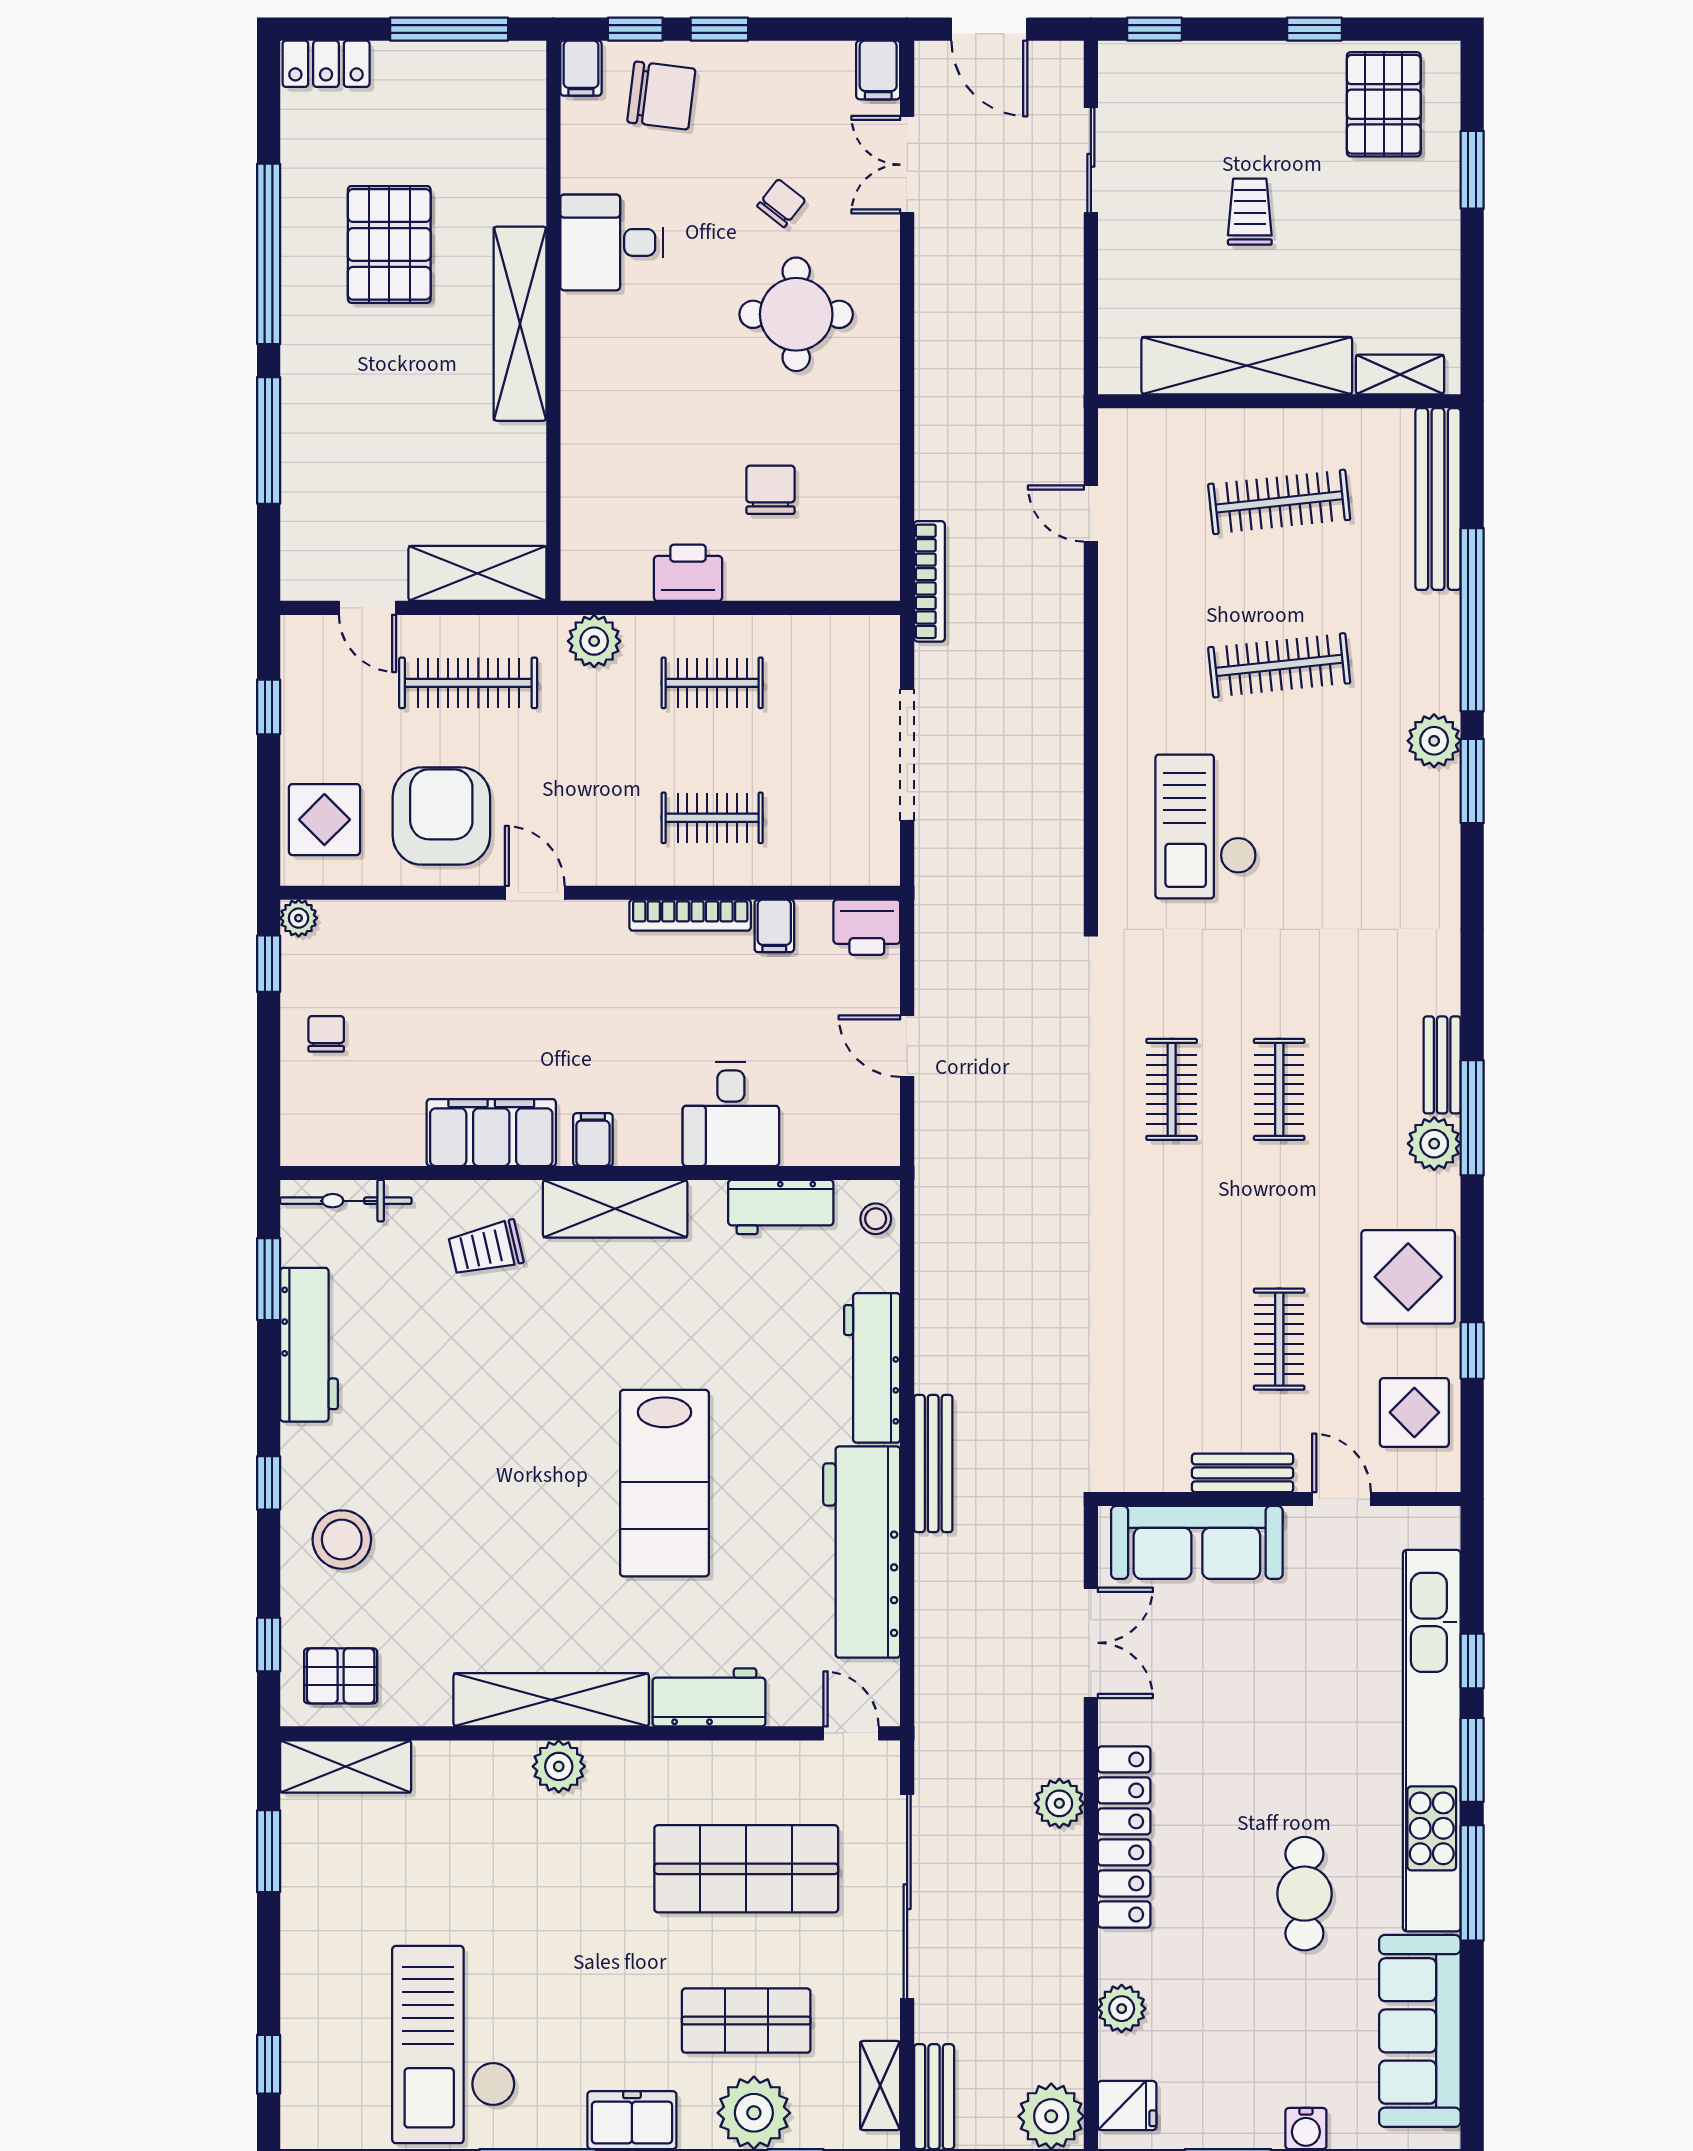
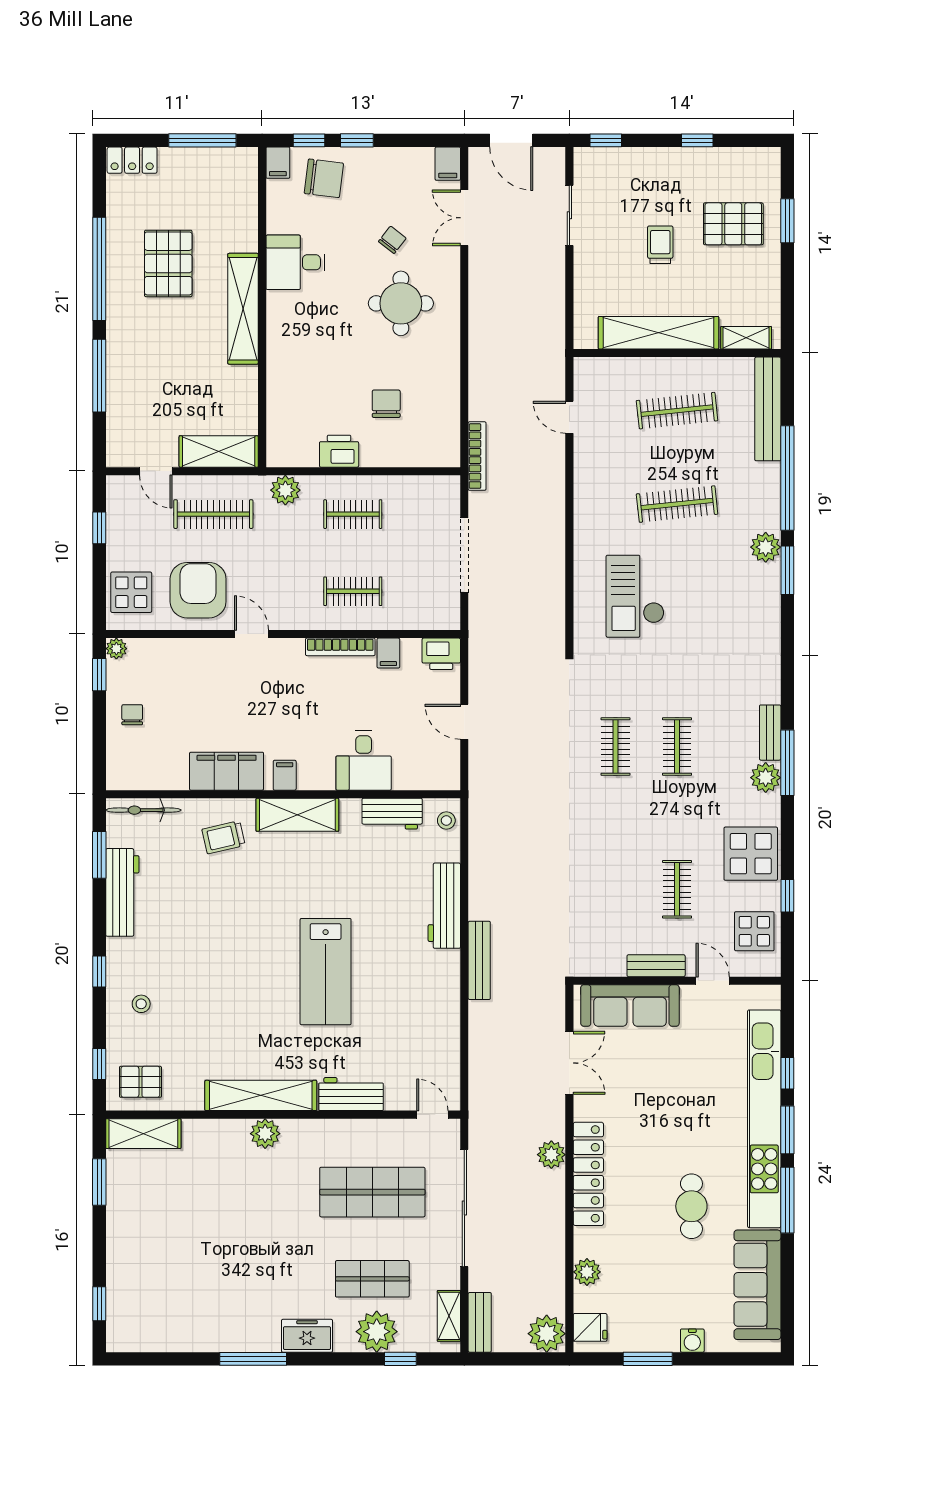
pallet: (1384, 104) -> (733, 224), moved, turned 90
stool: (342, 1540) -> (141, 1004), width x0.53, depth x0.53
workbench: (862, 1552) -> (438, 1011), removed
checkout: (454, 2045) -> (205, 1293), removed

